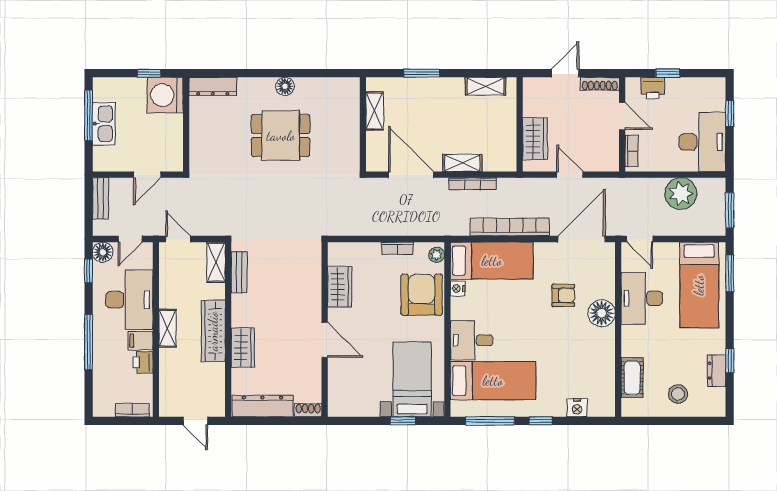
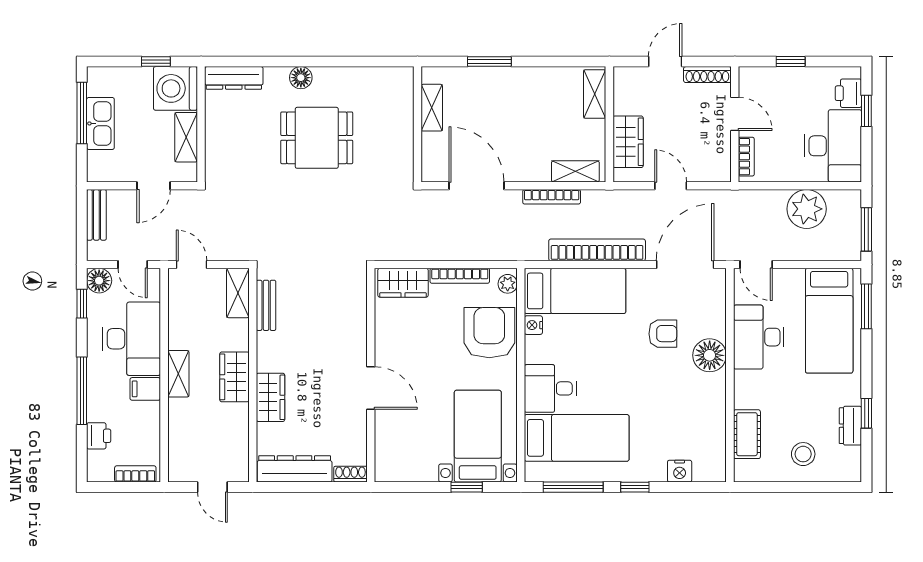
floor lamp: (285, 86) -> (301, 78), moved
shelving: (486, 86) -> (595, 94), moved, turned 90
printer: (653, 88) -> (848, 93), moved, turned 90
shelving: (174, 135) -> (186, 137), added
shelving: (462, 163) -> (575, 171), moved
door: (130, 239) -> (133, 264), hinge flipped
bookcase: (397, 248) -> (460, 276), width x1.56
wardrobe: (340, 287) -> (403, 283), moved, turned 90
wardrobe: (213, 331) -> (234, 377), width x0.67
printer: (143, 362) -> (99, 436), moved, turned 180

